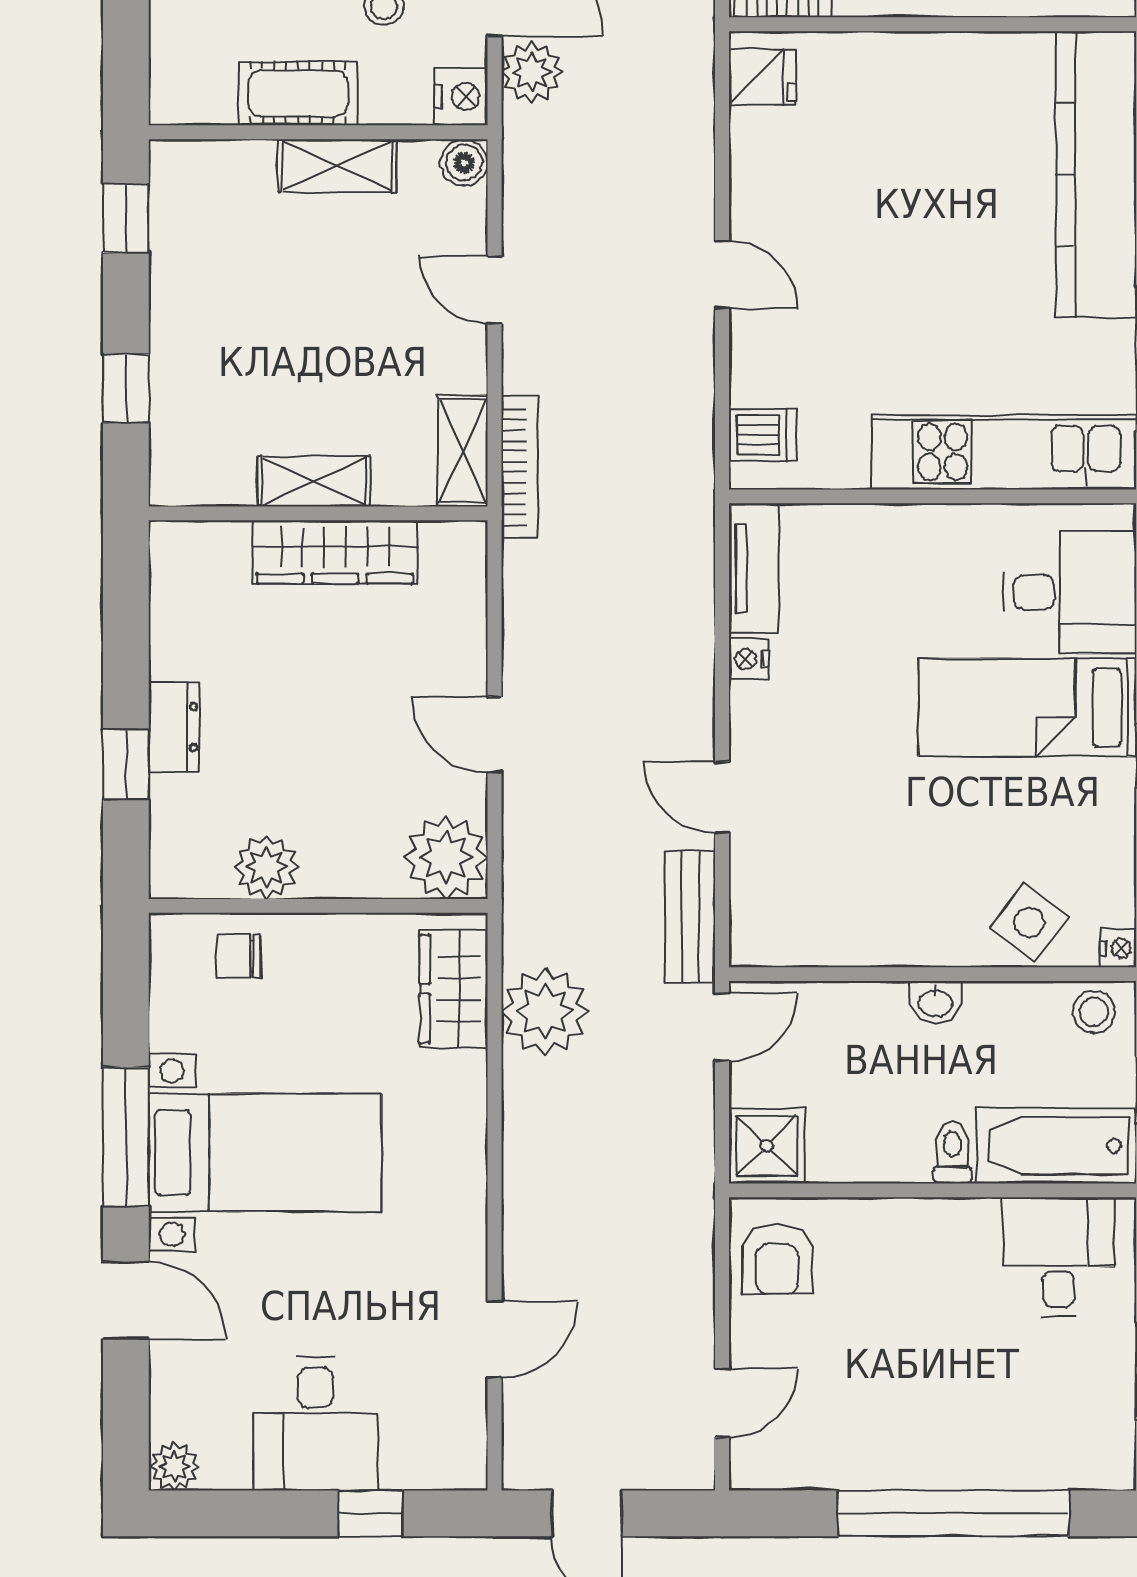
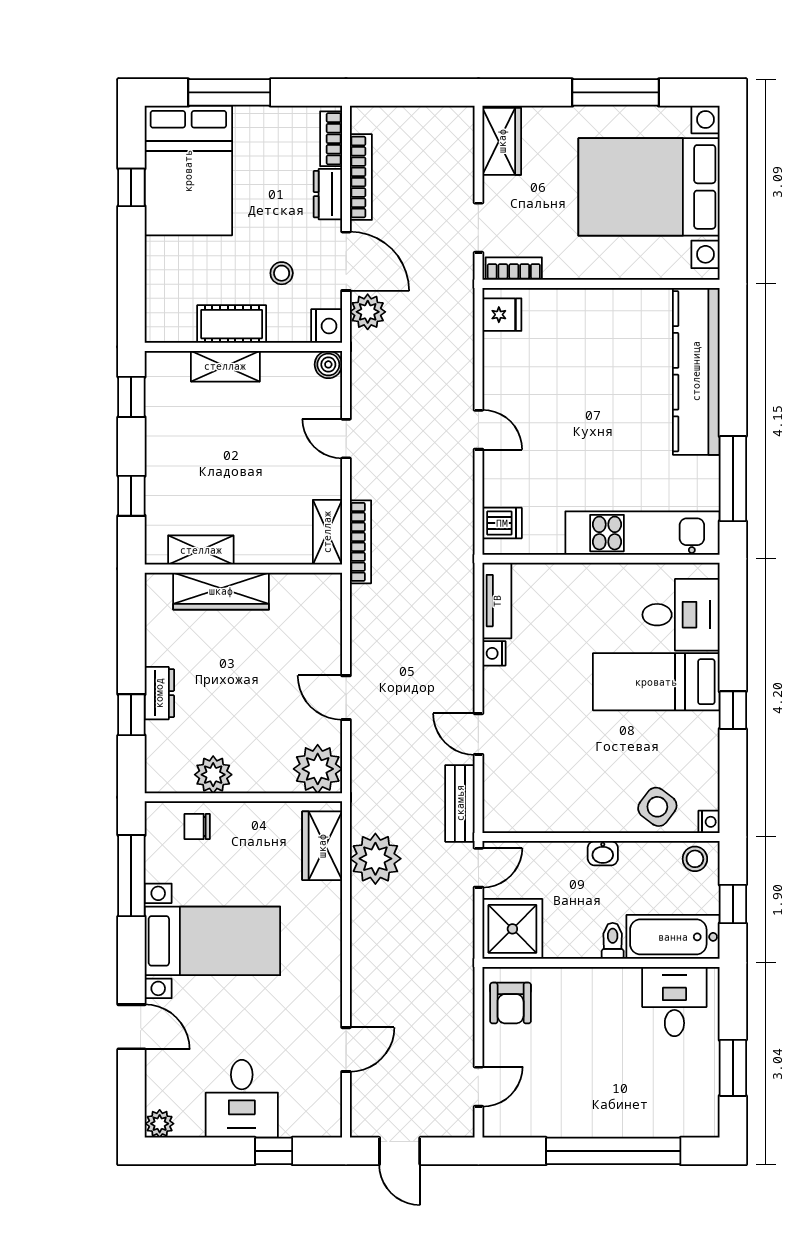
shelving: (337, 166) -> (225, 366), moved
shelving: (314, 481) -> (201, 550), moved
wardrobe: (335, 552) -> (221, 591), moved
window: (126, 1137) -> (131, 876), moved
shower: (767, 1146) -> (512, 929), width x1.36, depth x1.36

